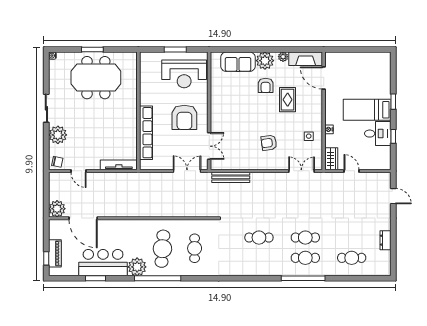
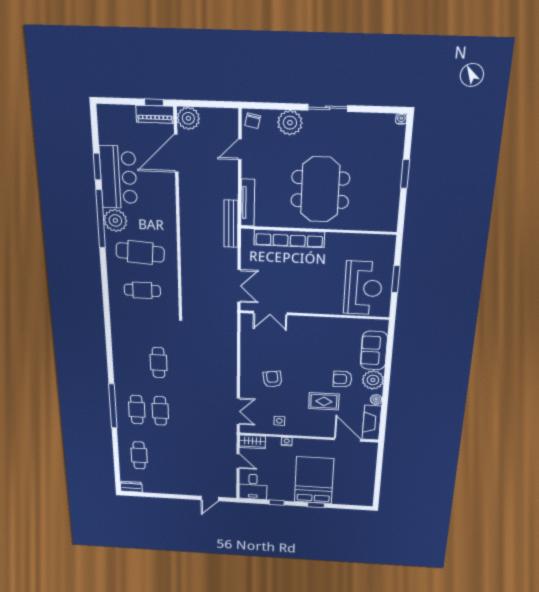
reception desk: (184, 74) -> (363, 288), turned 180
meeting table: (96, 78) -> (320, 190), moved
door: (324, 78) -> (347, 440), hinge flipped
bed: (367, 110) -> (314, 480), width x1.50
armchair: (184, 117) -> (307, 286), removed
desk: (378, 134) -> (253, 487), moved
door: (352, 171) -> (238, 461), hinge flipped
bench: (231, 177) -> (231, 224), moved
dresser: (385, 240) -> (131, 487), moved
piano: (55, 253) -> (155, 114), moved
window: (46, 258) -> (154, 102), moved
window: (158, 278) -> (101, 219), moved

